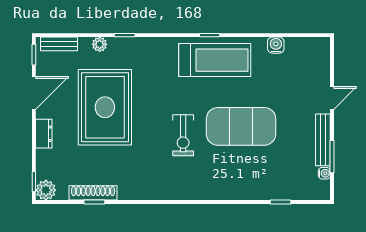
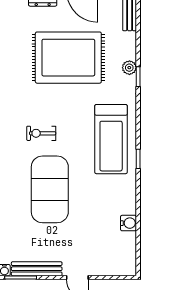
plant: (100, 44) -> (129, 68), moved
treadmill: (215, 60) -> (111, 139), moved
exercise bike: (183, 135) -> (41, 133), width x0.73, depth x0.72

